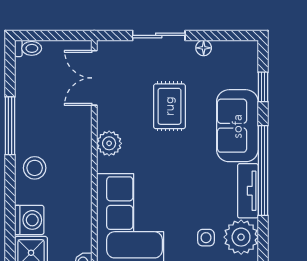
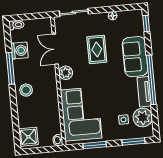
sliding door: (159, 35) -> (74, 12), moved
double door: (94, 78) -> (55, 49), moved
window: (263, 87) -> (146, 23), moved
washing machine: (29, 220) -> (19, 50), moved

